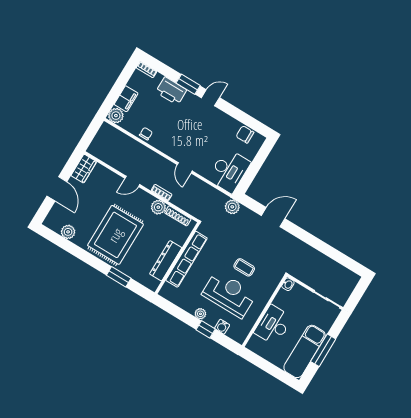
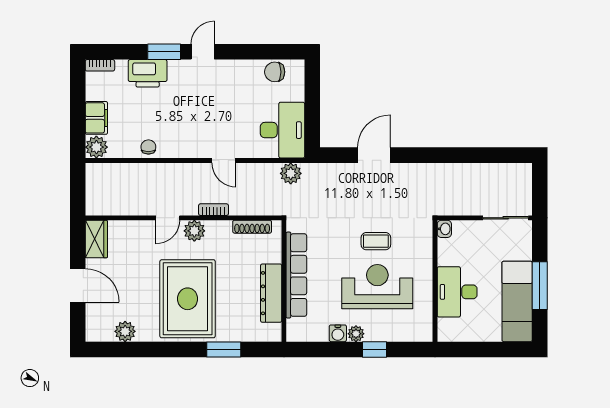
plant: (158, 207) -> (194, 231), moved
plant: (232, 207) -> (291, 173), moved
water cooler: (222, 327) -> (338, 333), moved

